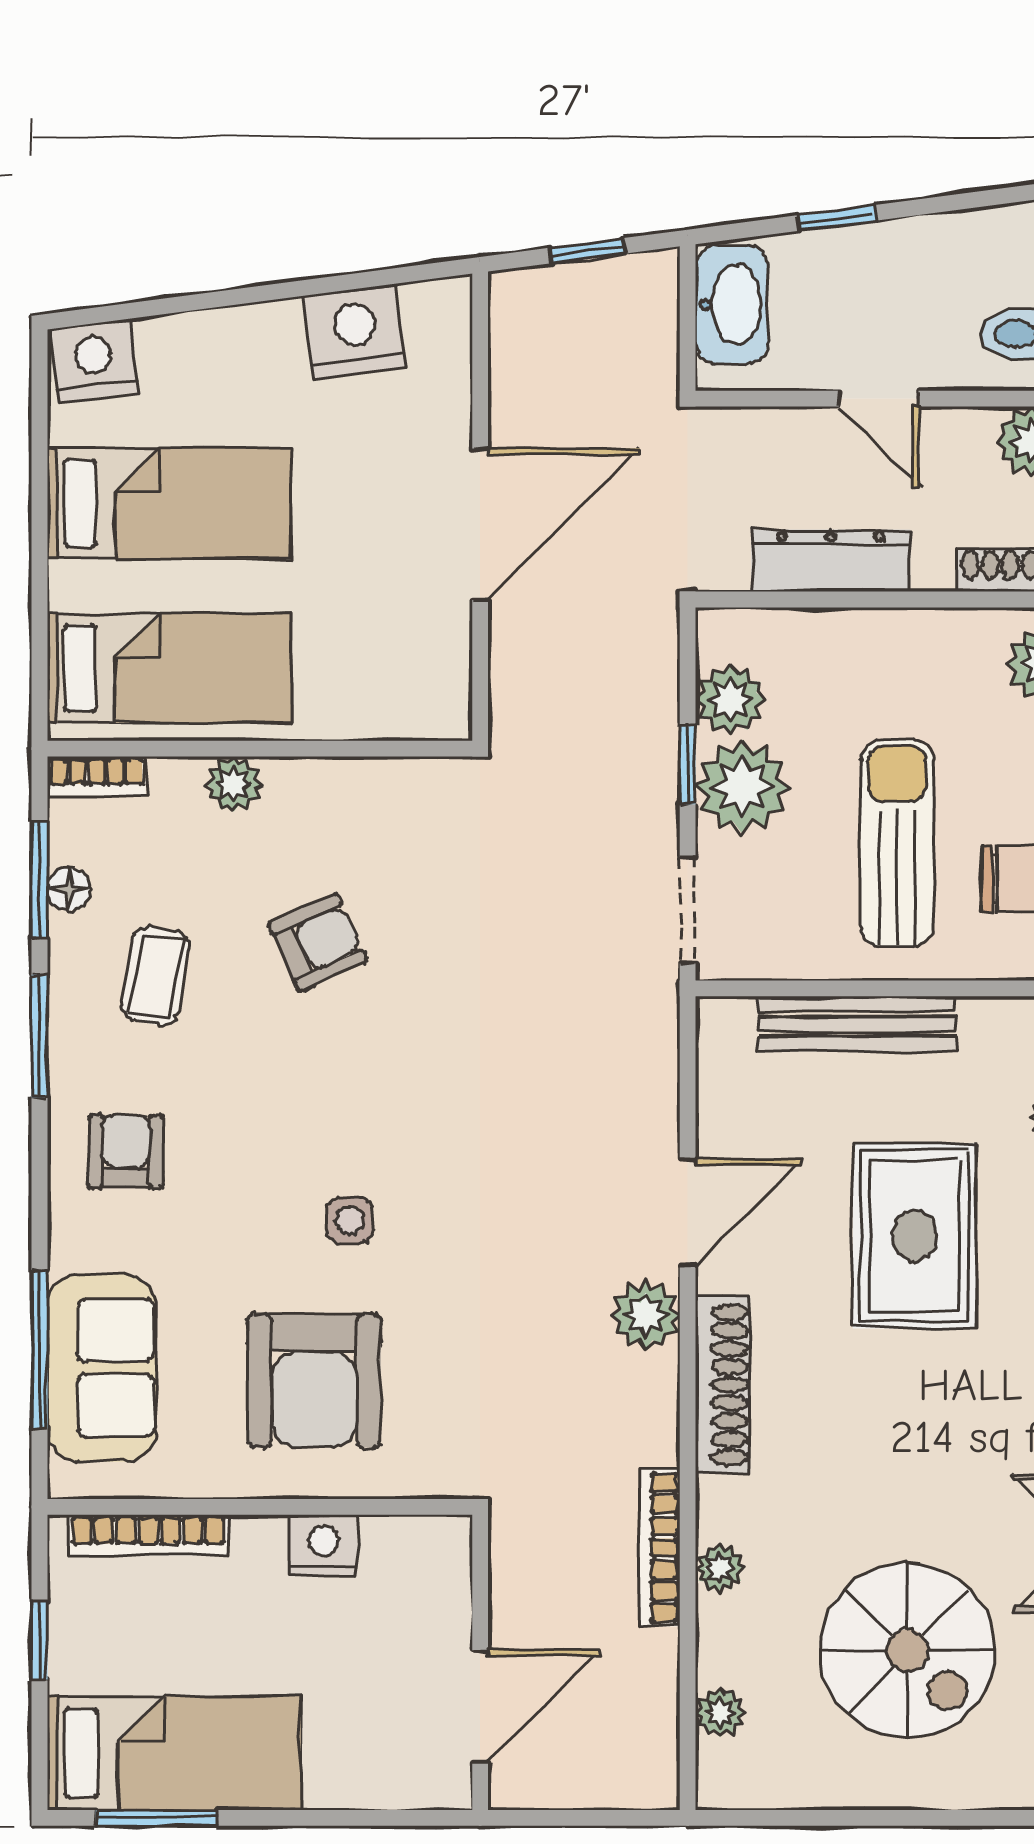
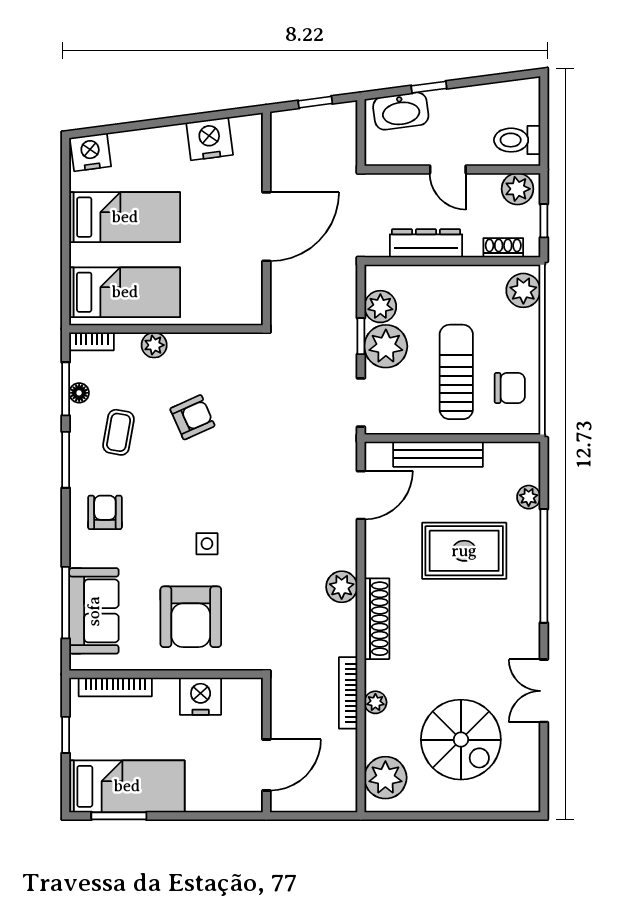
washbasin: (732, 305) -> (401, 111), moved, turned 83
door: (688, 1212) -> (361, 495), moved
rug: (915, 1236) -> (464, 551), turned 90
nightstand: (324, 1545) -> (201, 696), width x1.36, depth x1.33
plant: (720, 1712) -> (385, 778), width x1.87, depth x1.87

